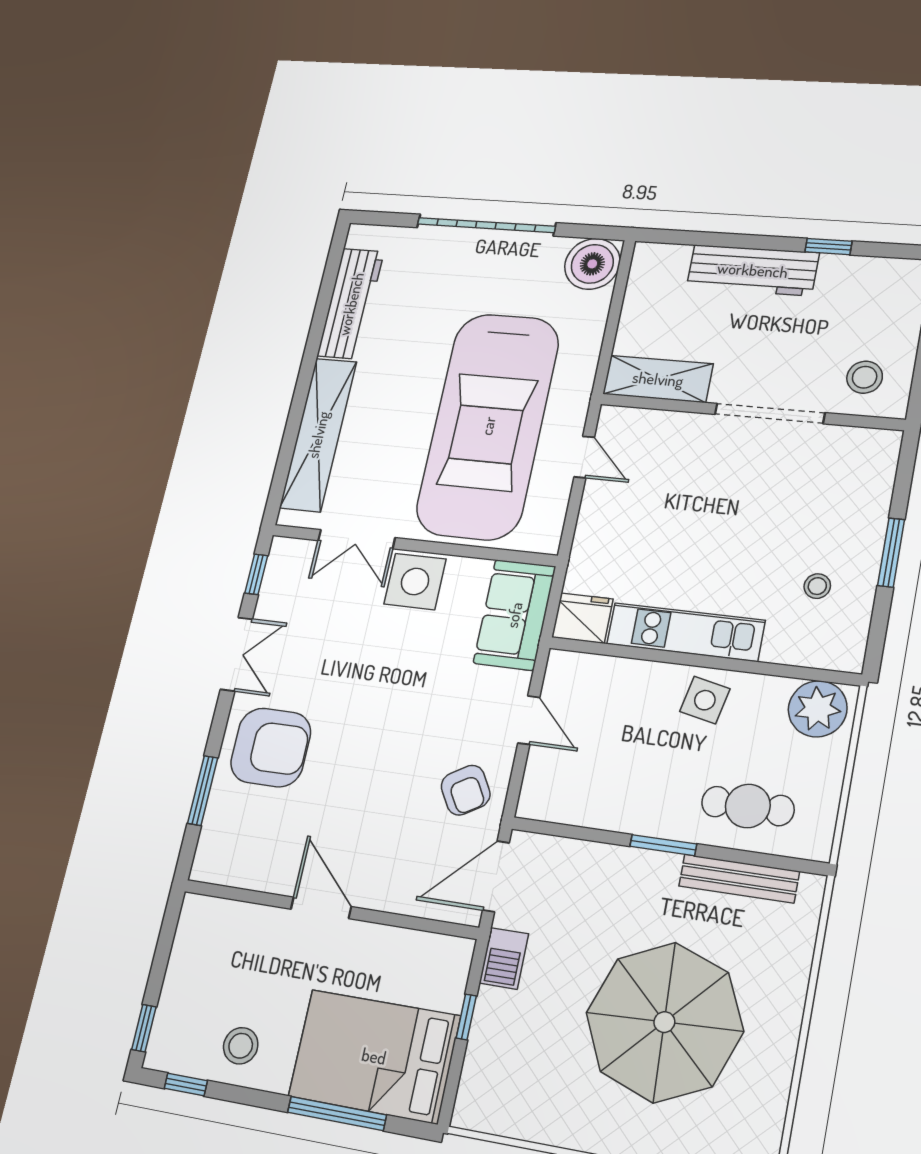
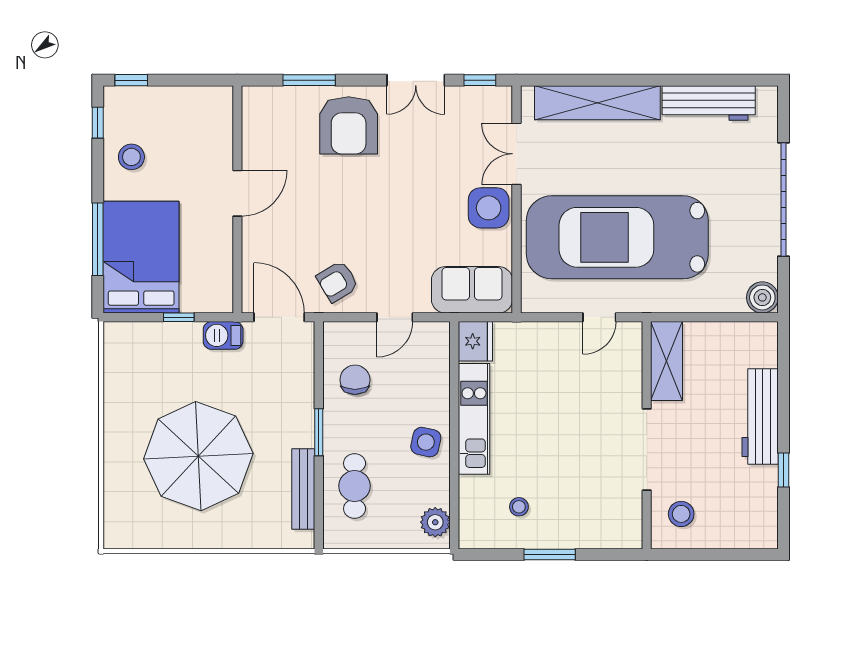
boiler: (592, 264) -> (762, 297), width x0.73, depth x0.73
plant: (818, 709) -> (435, 522), width x0.73, depth x0.73
chair: (601, 785) -> (355, 380), added

